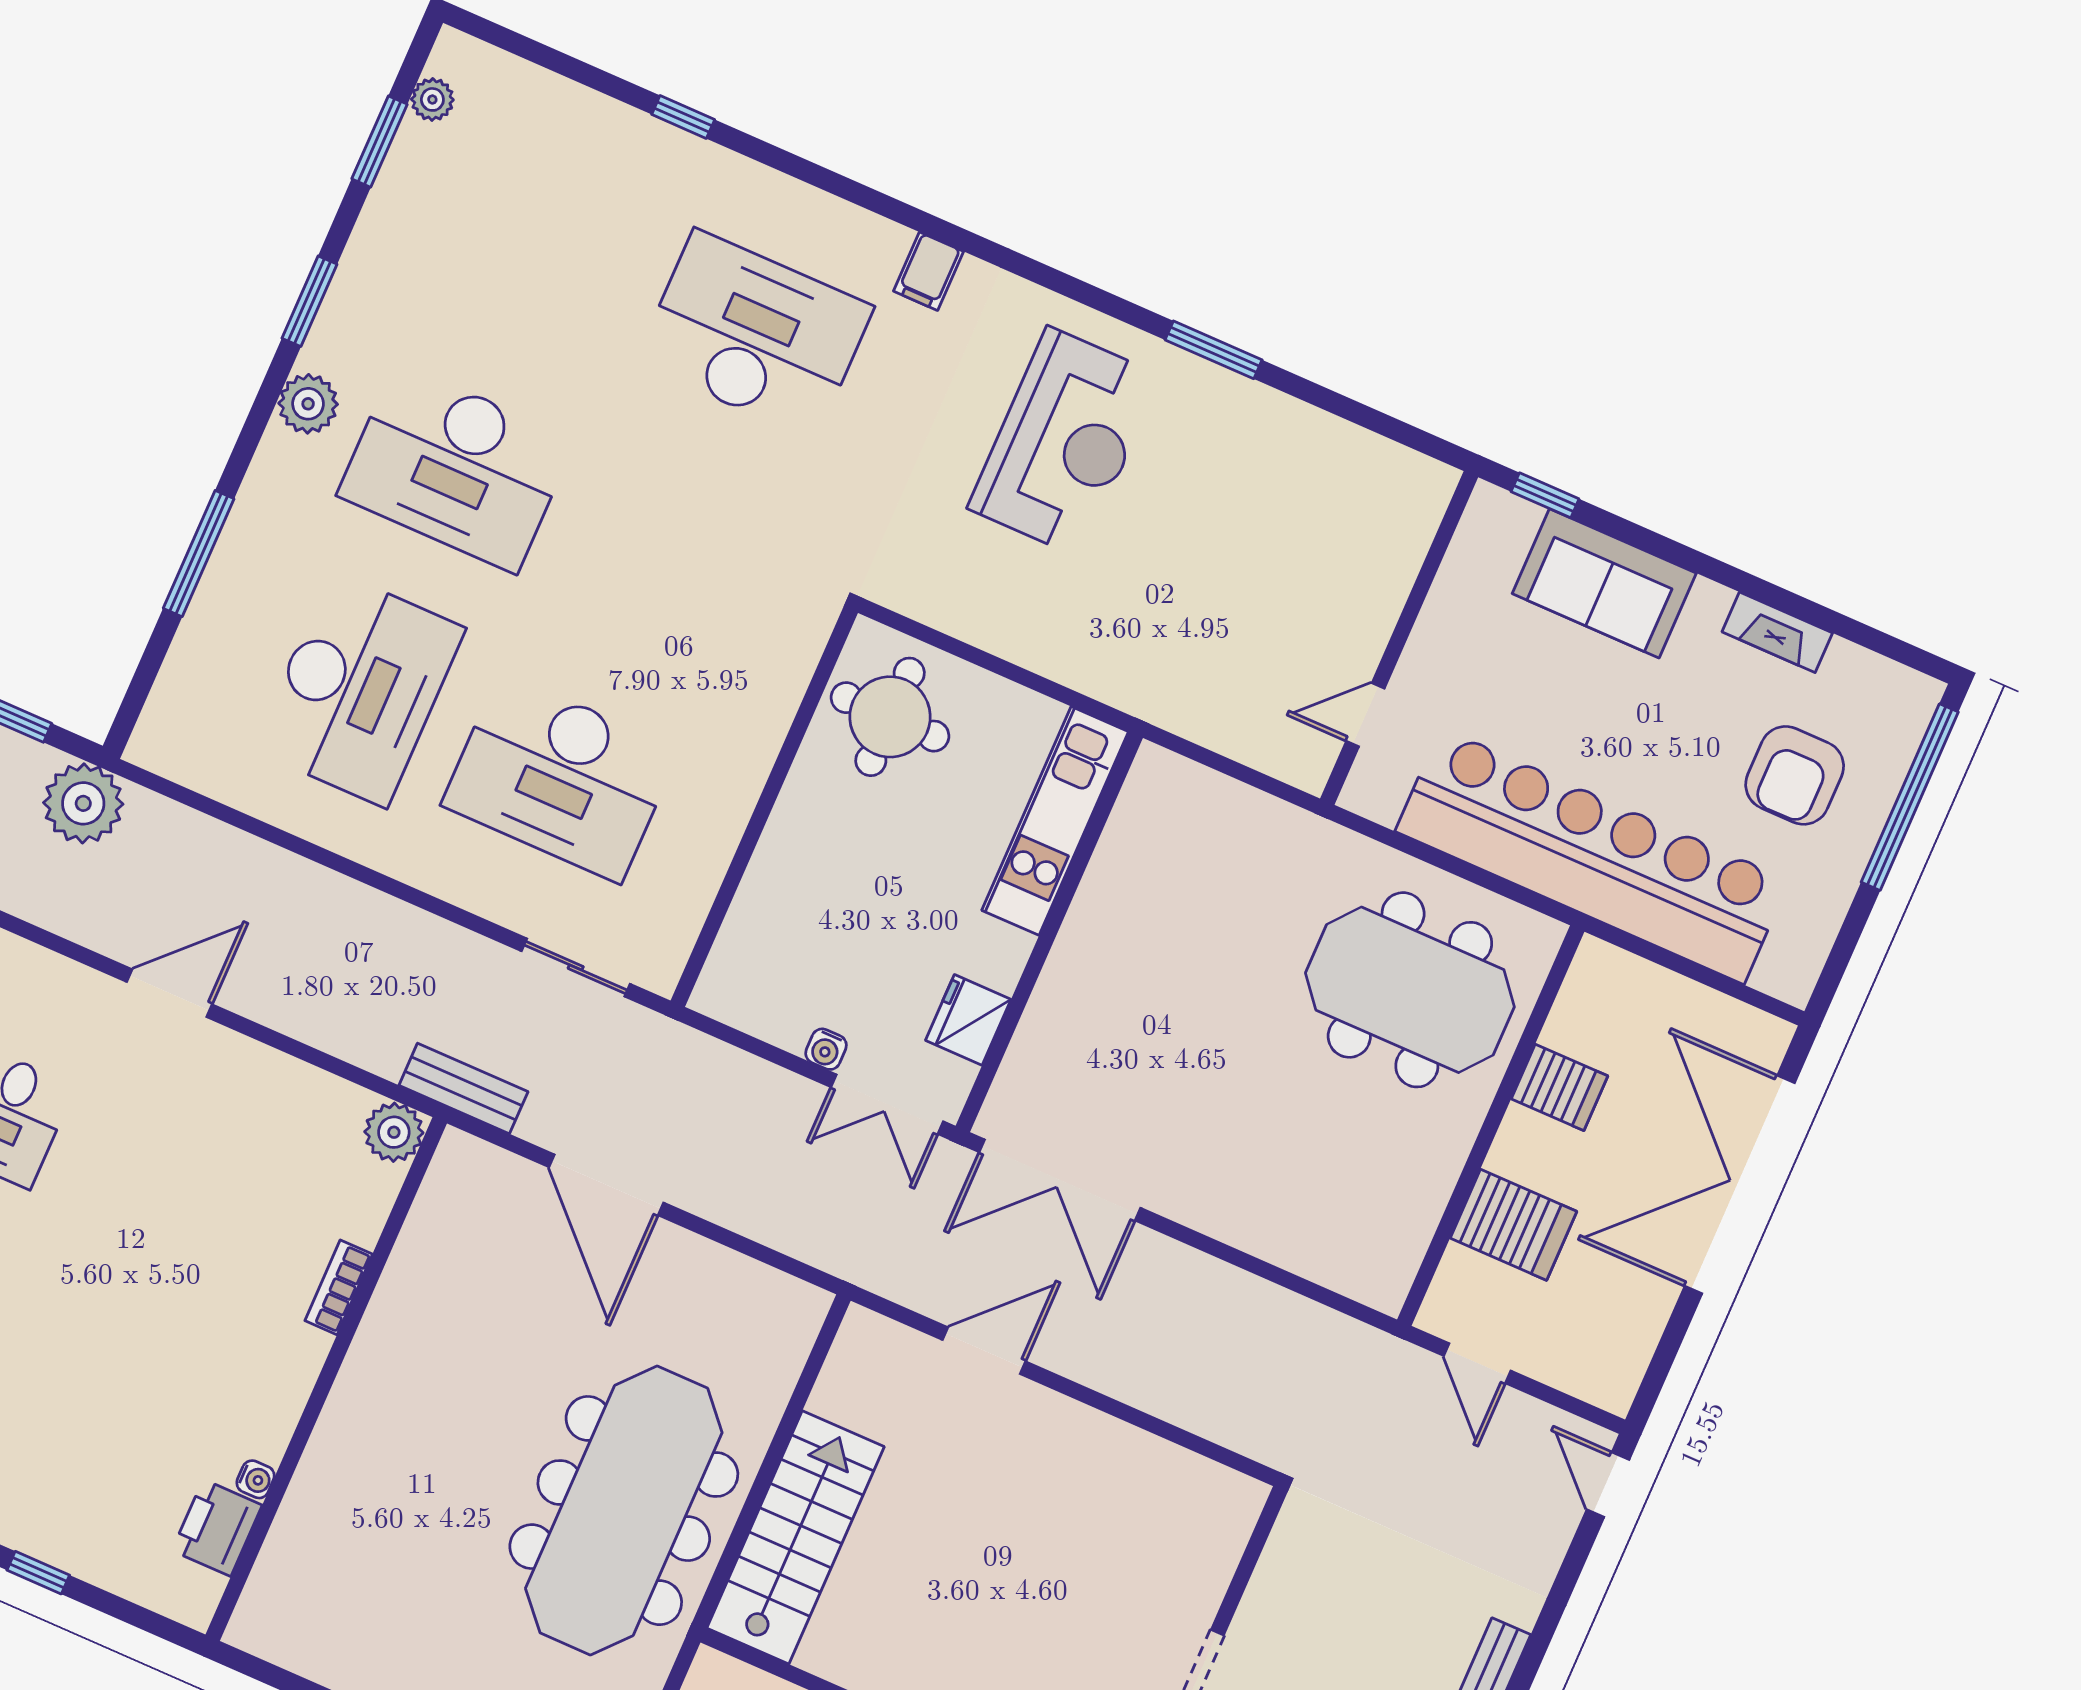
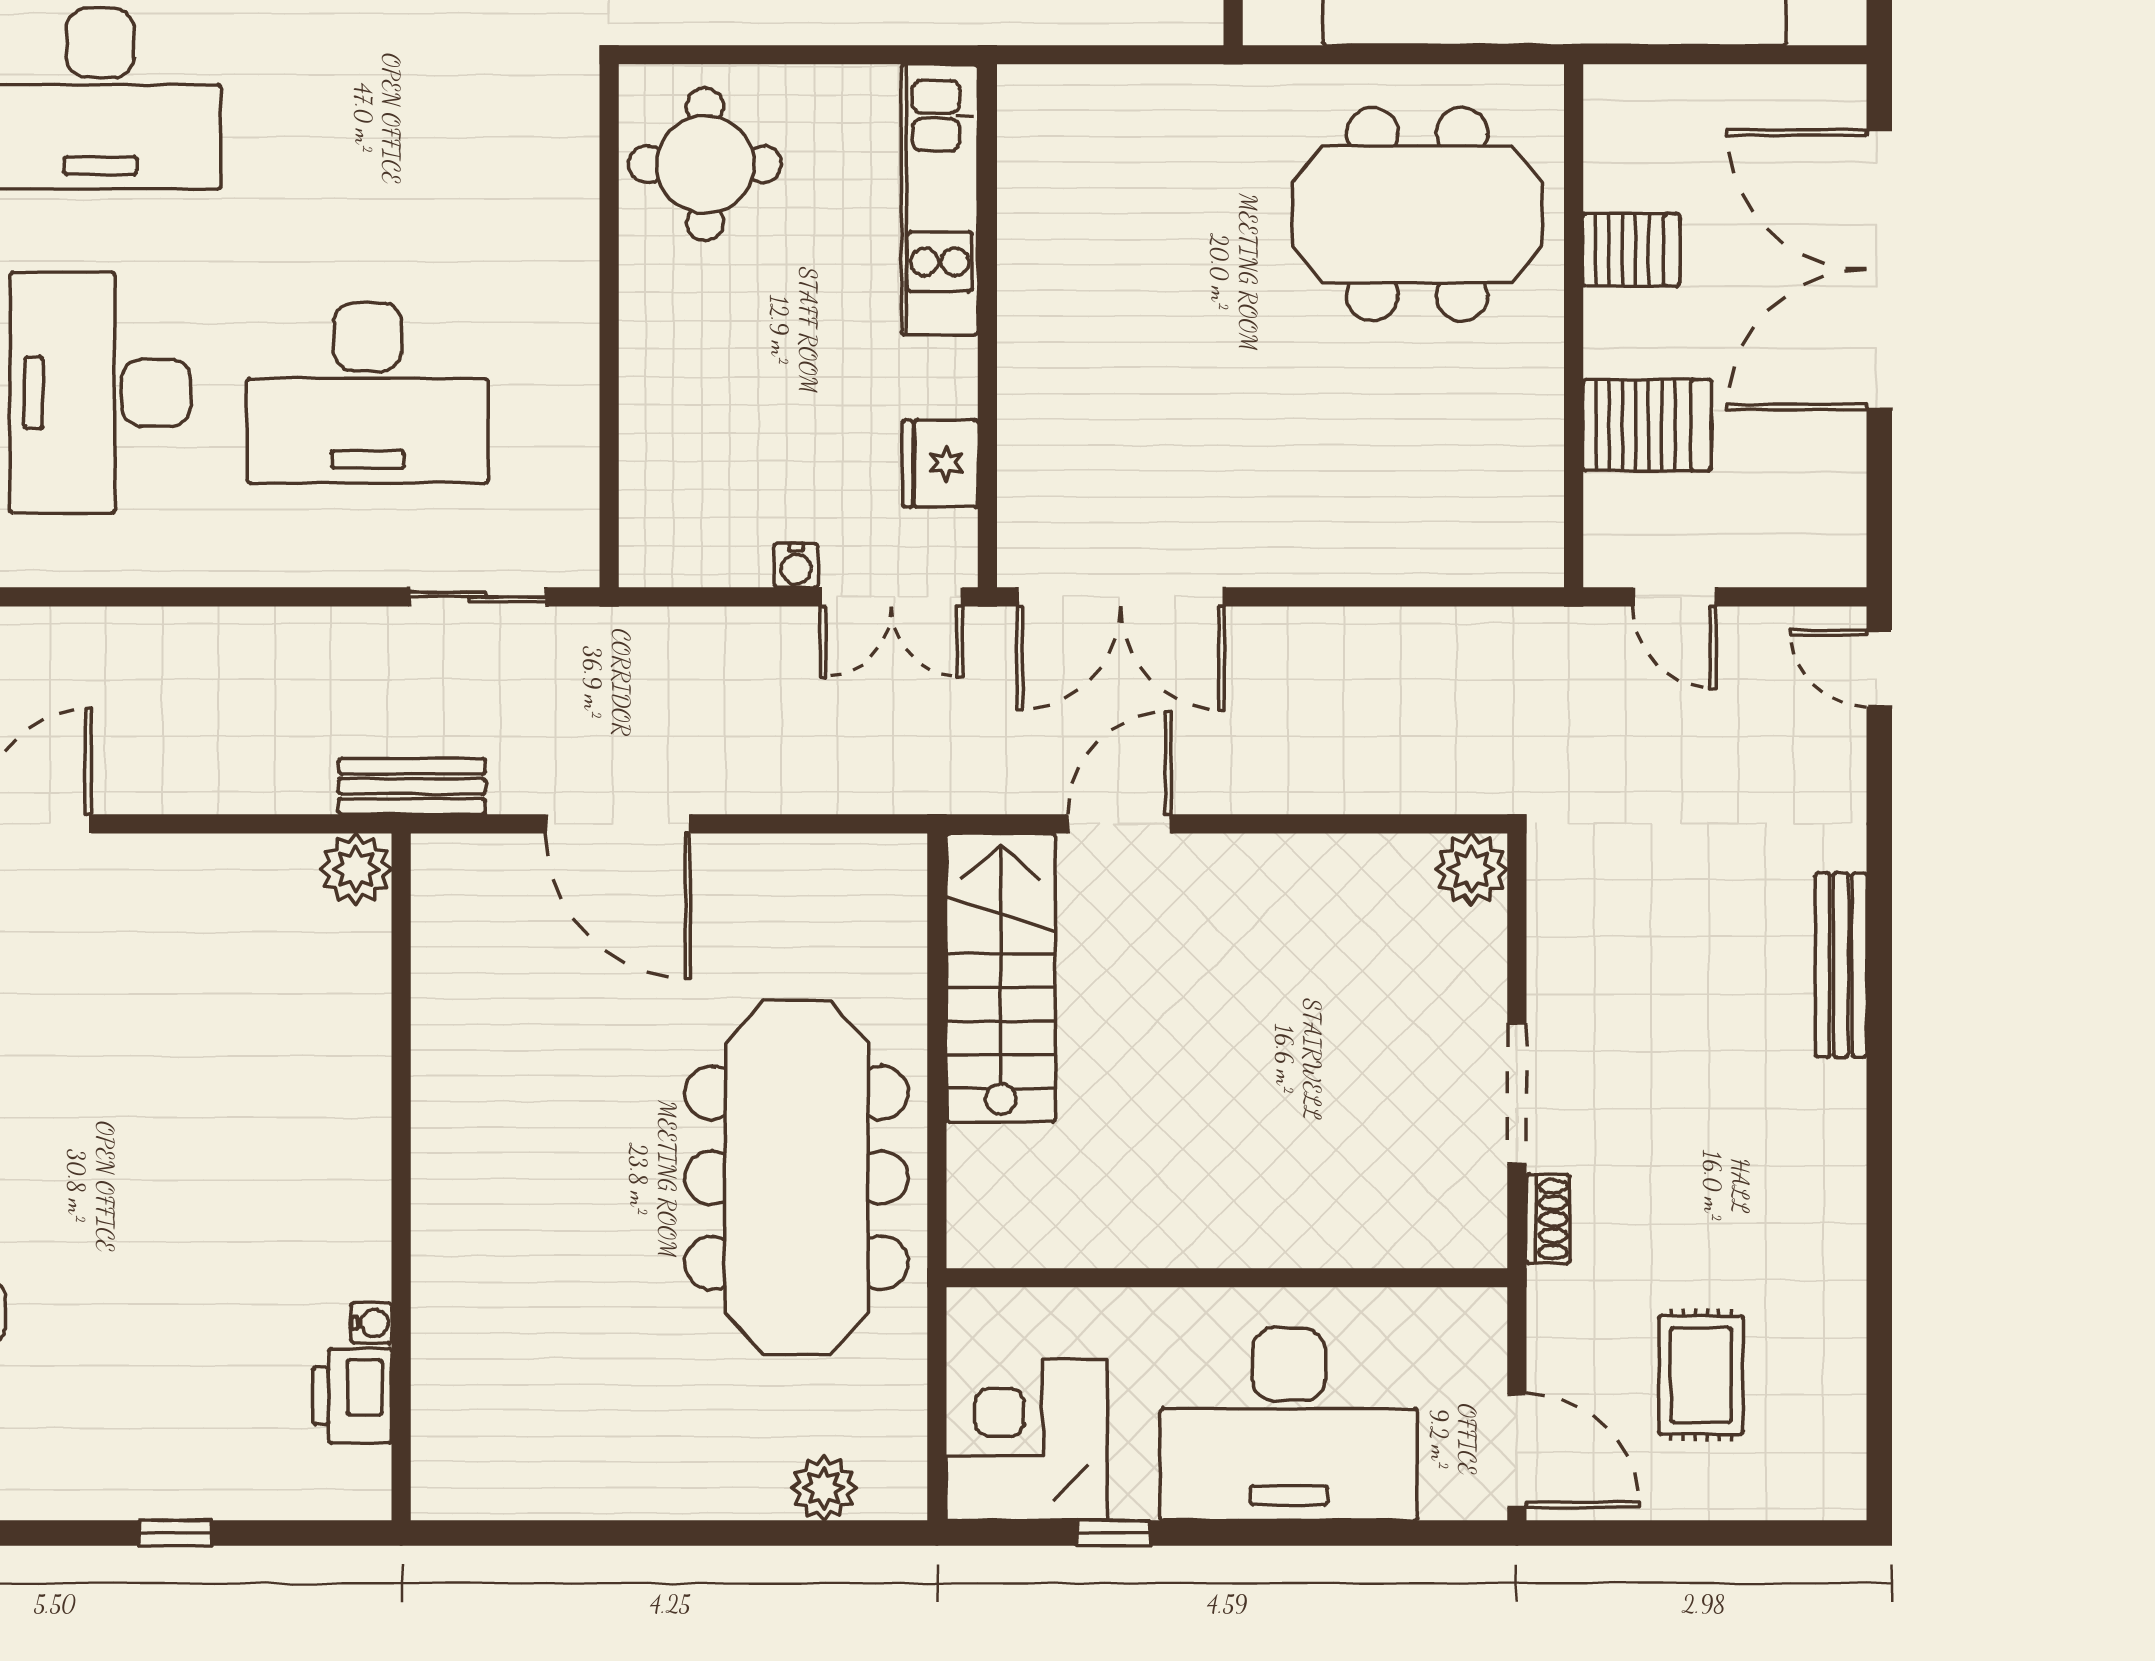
desk: (359, 689) -> (100, 393), turned 180
bookcase: (339, 1287) -> (370, 1069), removed
plant: (1234, 1501) -> (1471, 869), added
stairs: (796, 1537) -> (1001, 978), moved

